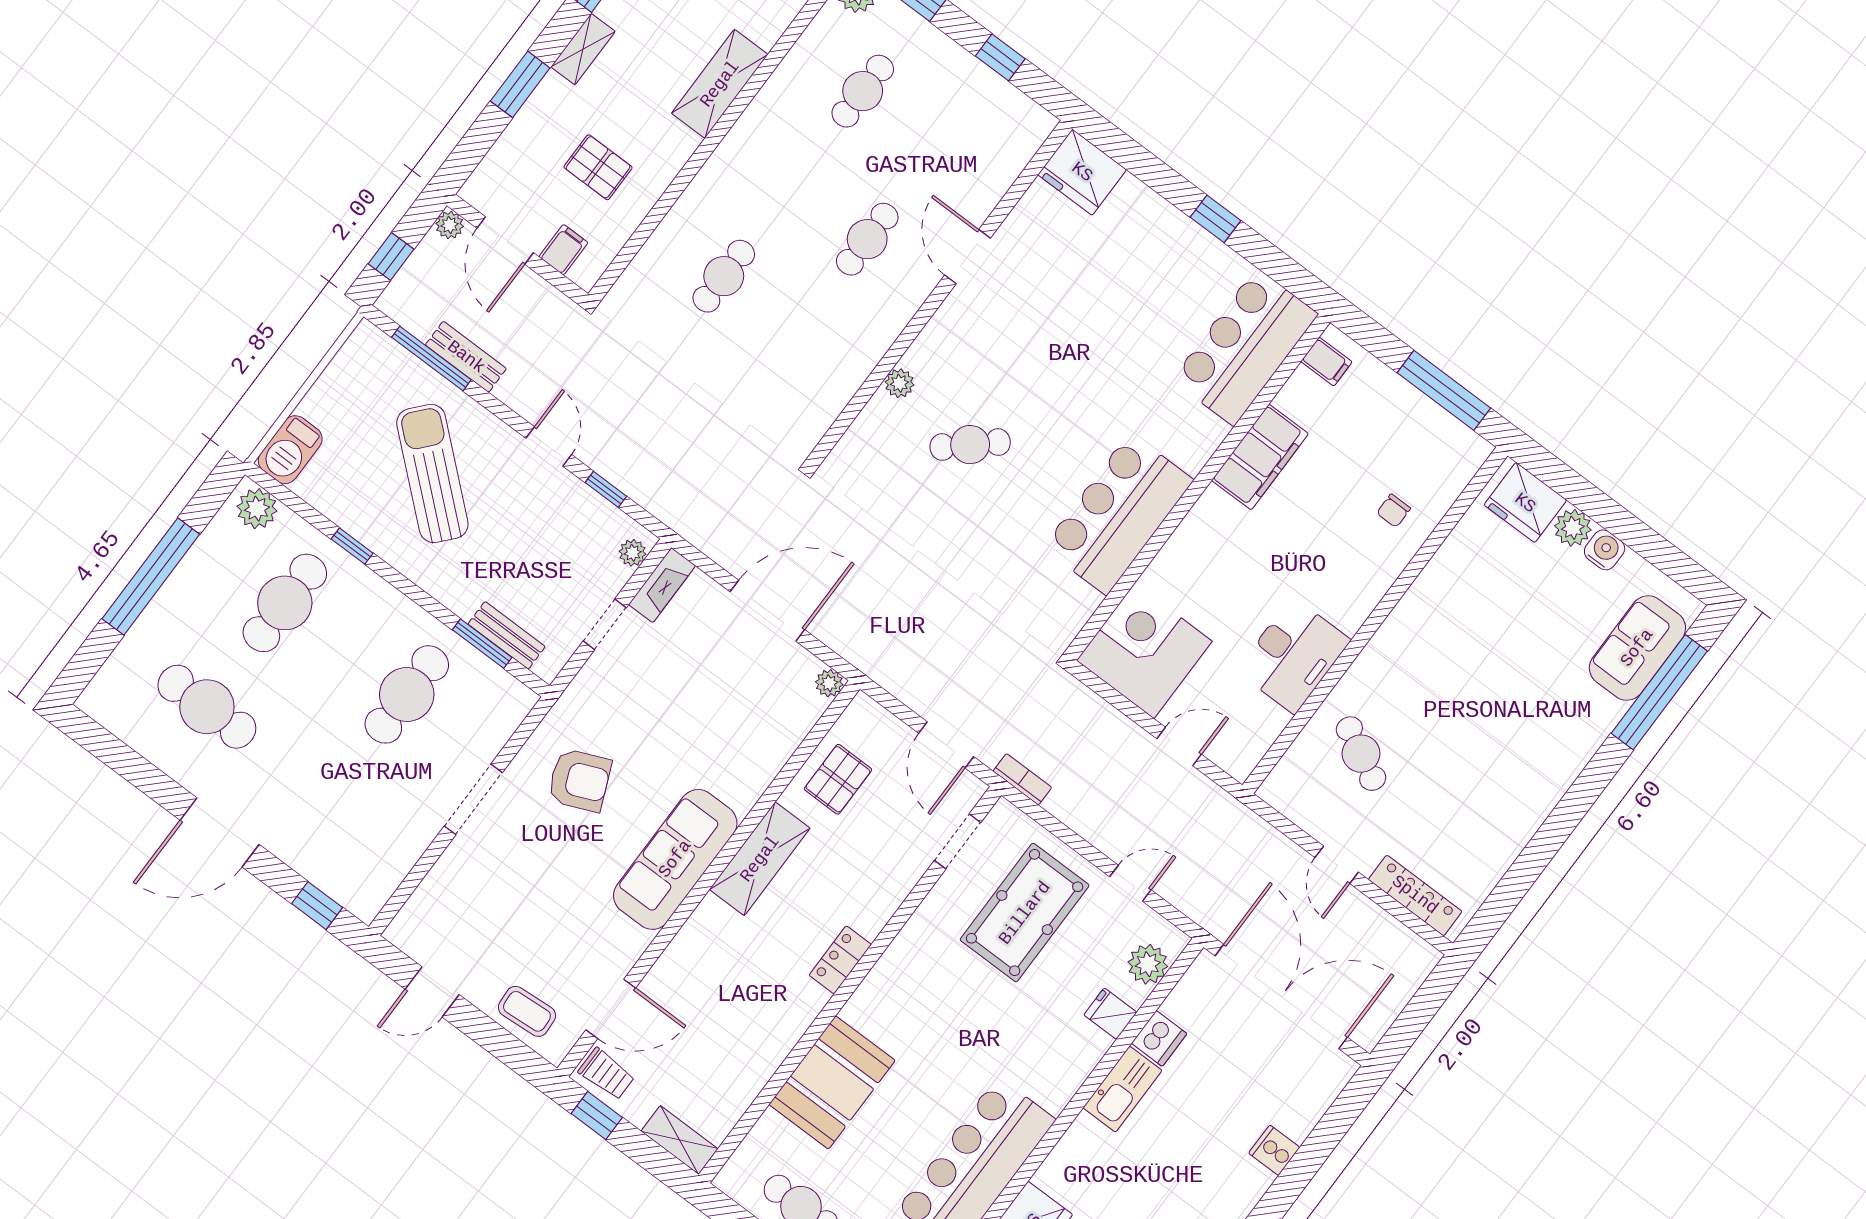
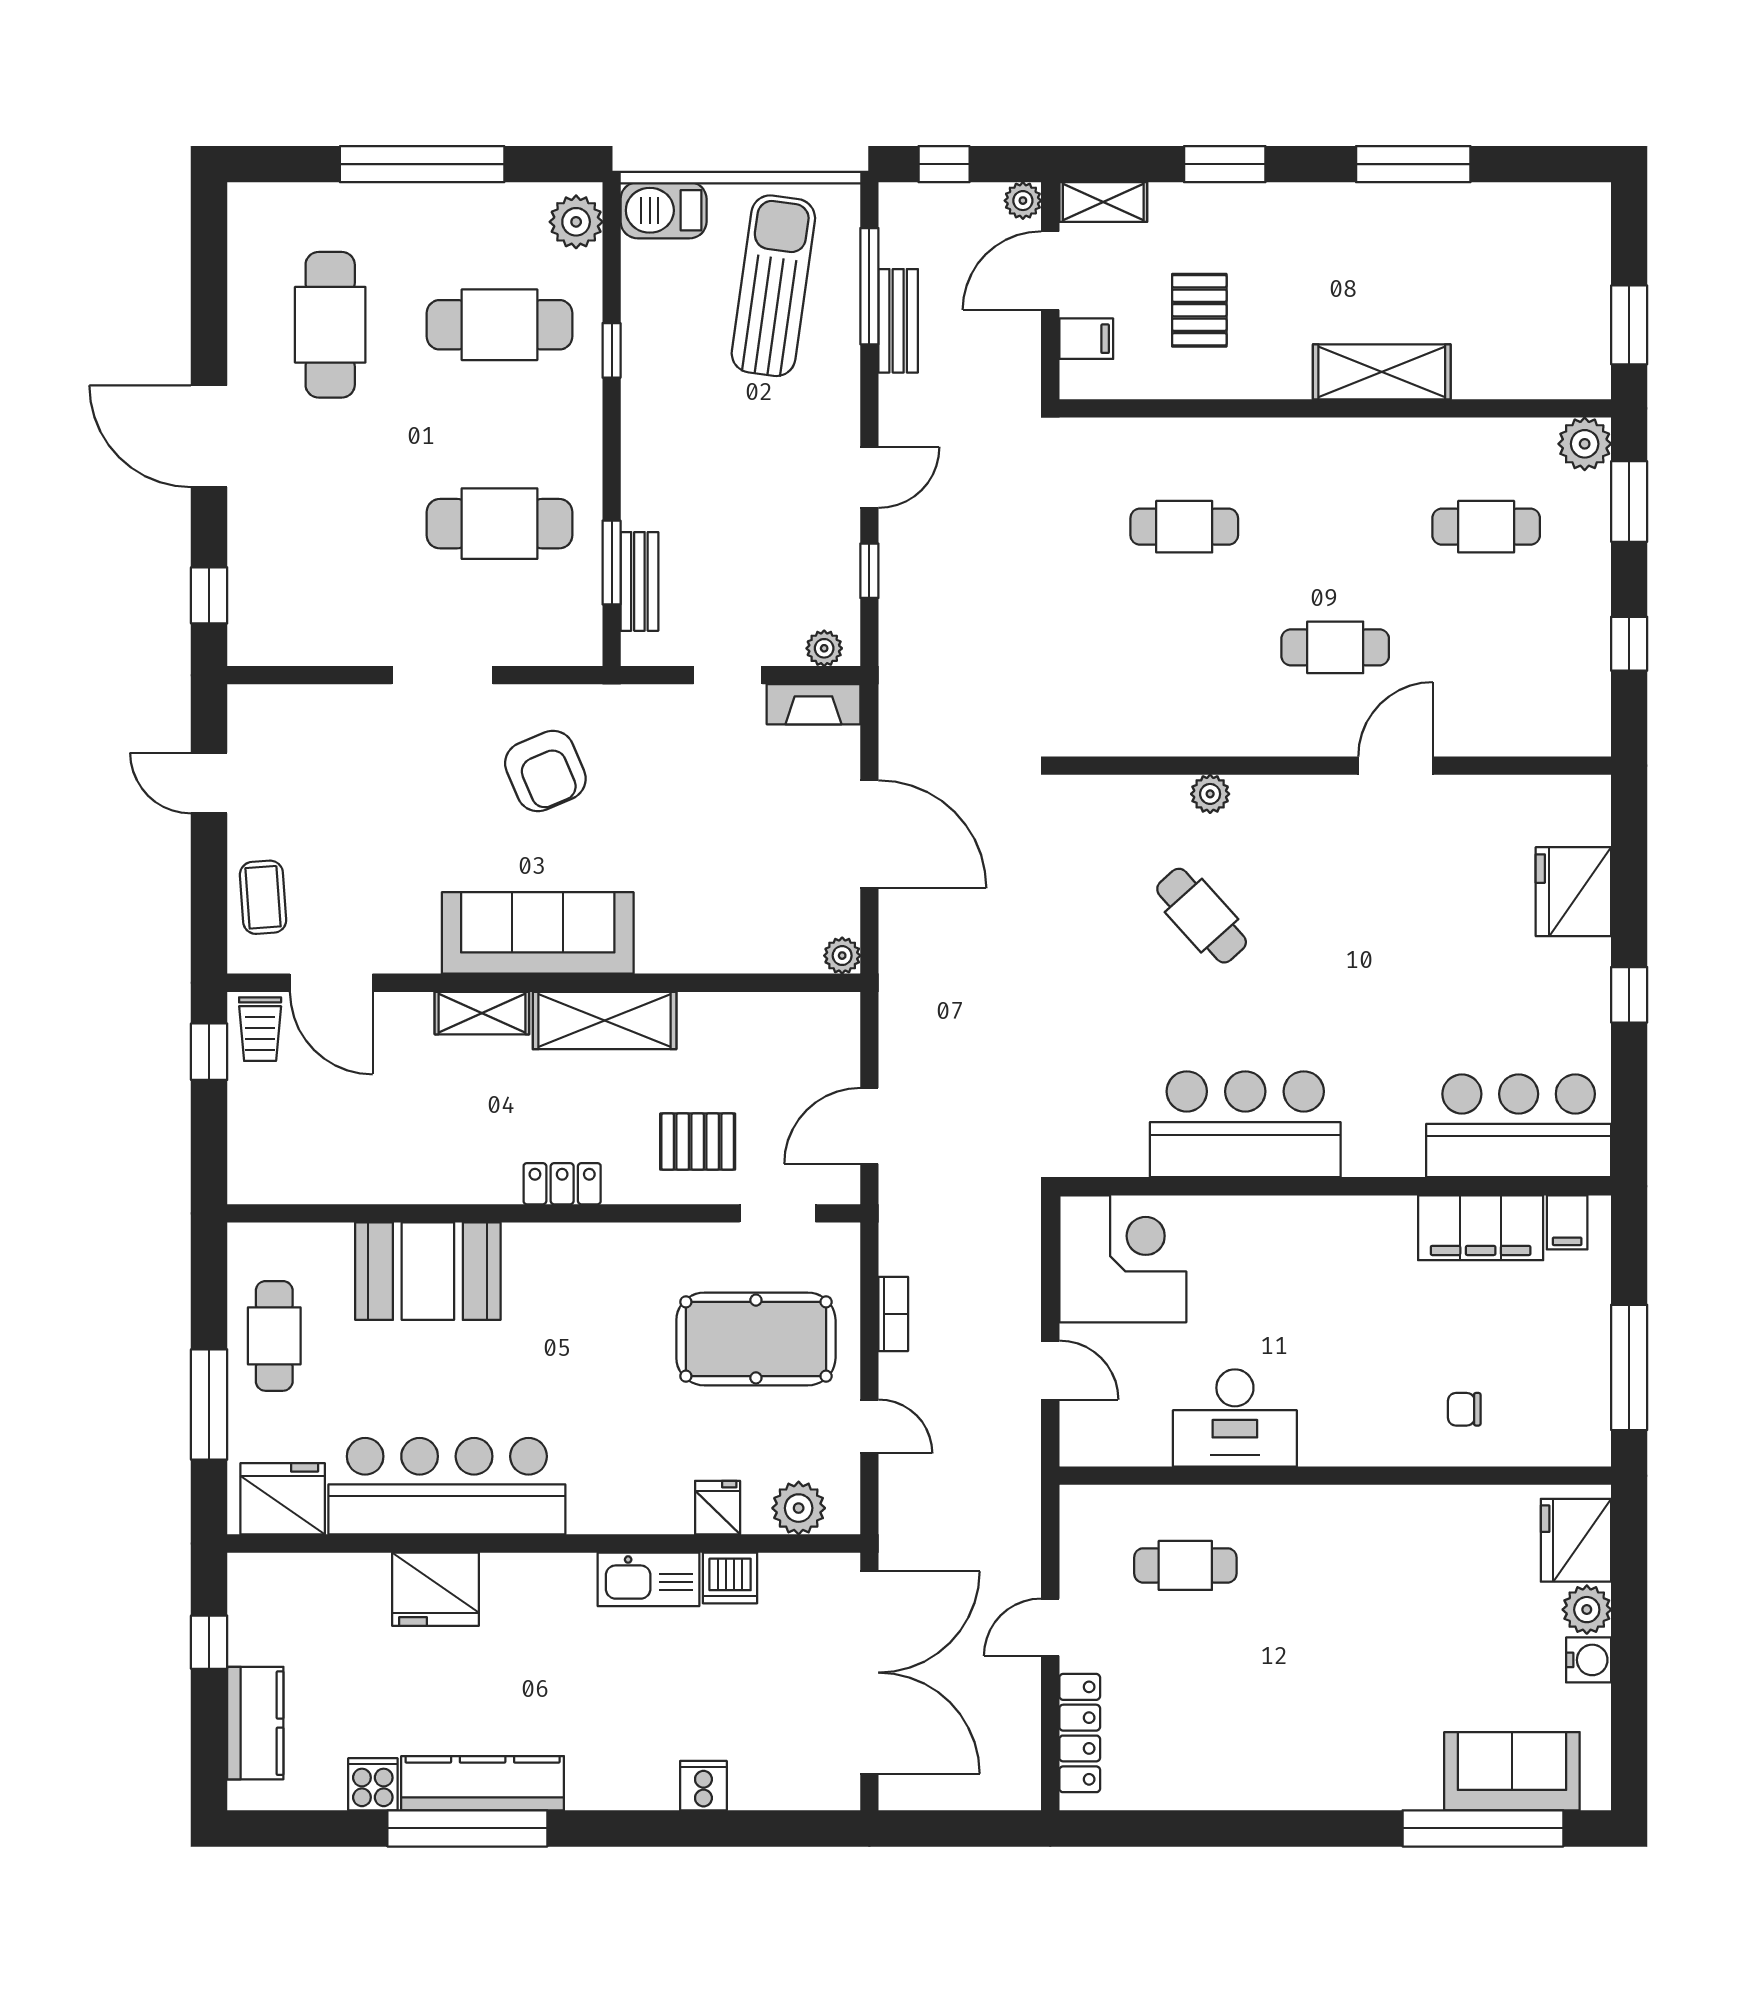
shelving: (583, 49) -> (1103, 202), moved
fridge: (1082, 172) -> (1573, 892), moved
filing cabinet: (1260, 457) -> (1481, 1228), moved
sun lounger: (432, 473) -> (773, 286), moved, turned -33
cafe table: (1361, 754) -> (1185, 1565), turned 62
pallet: (838, 779) -> (698, 1142), moved
bookcase: (1022, 779) -> (893, 1314), moved
shelving: (680, 1140) -> (482, 1013), moved, turned 90

